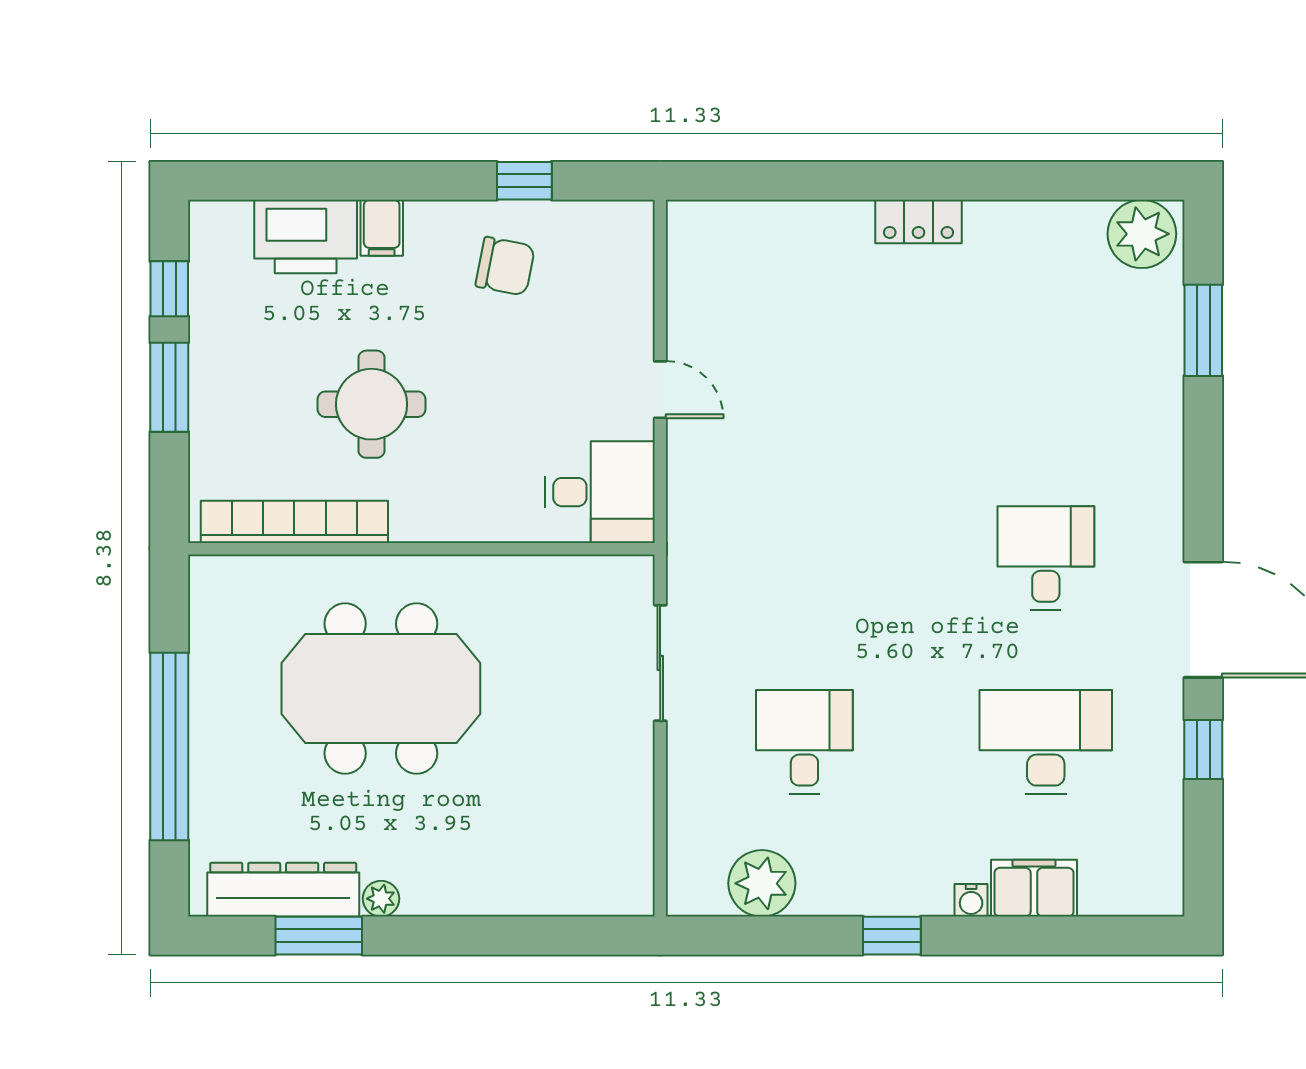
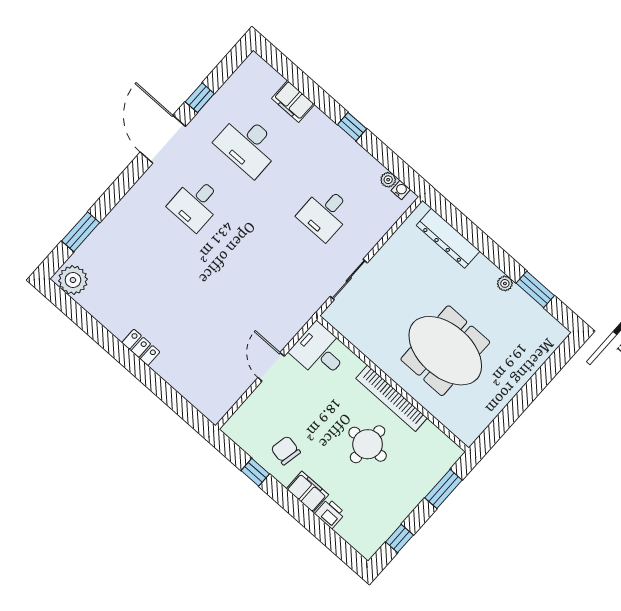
filing cabinet: (382, 228) -> (307, 492), width x2.00
printer: (306, 236) -> (330, 514), width x0.53, depth x0.68
window: (169, 387) -> (443, 489), moved
door: (660, 390) -> (271, 367), width x1.38
bookcase: (294, 522) -> (392, 398), moved
window: (169, 747) -> (529, 392), removed
plant: (762, 883) -> (388, 180), width x0.53, depth x0.53
dresser: (283, 890) -> (448, 238), moved
water cooler: (971, 900) -> (401, 190), moved

